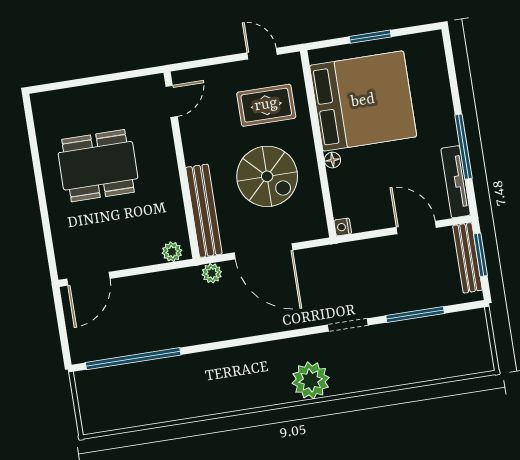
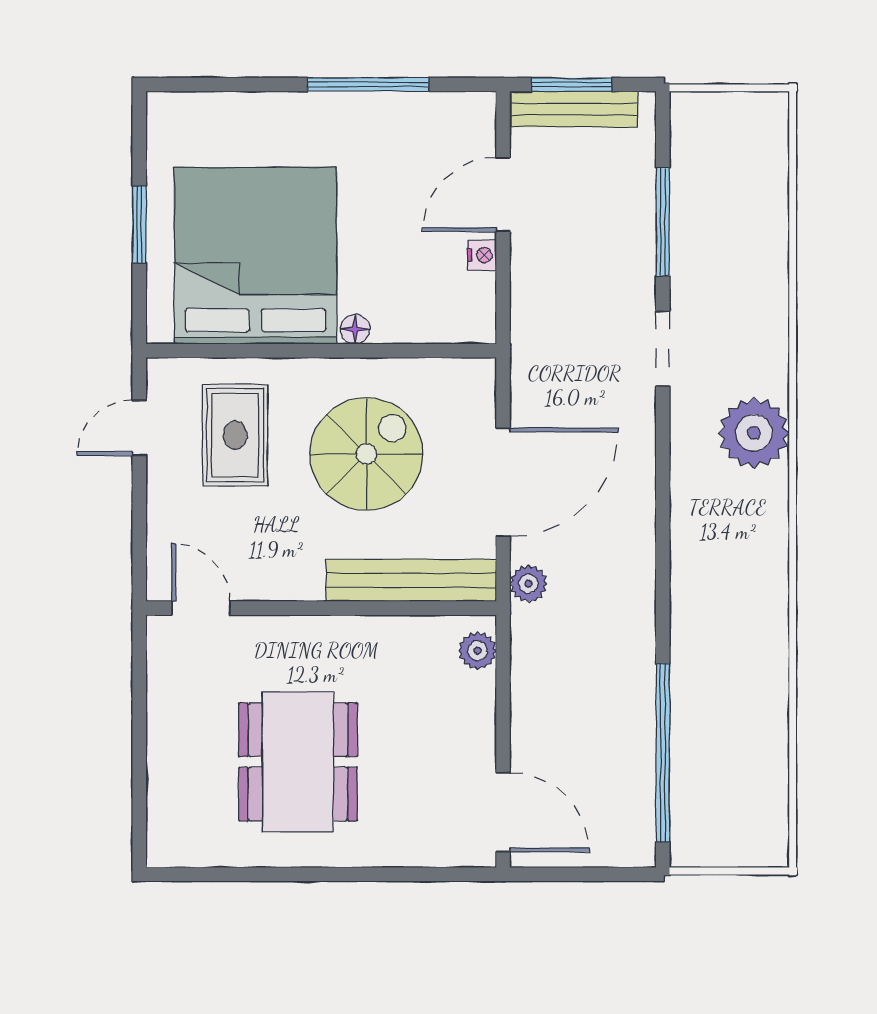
tv unit: (456, 182) -> (431, 109), removed
nightstand: (343, 227) -> (482, 255), moved, turned -90

